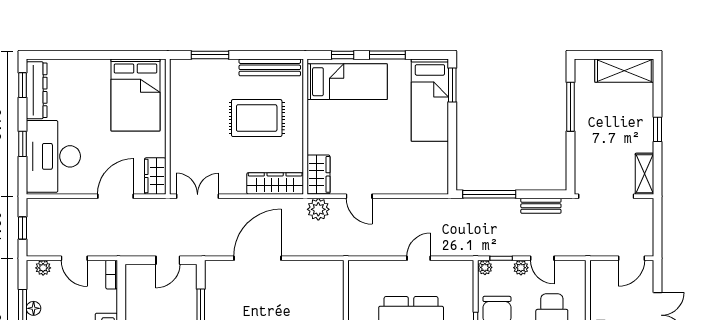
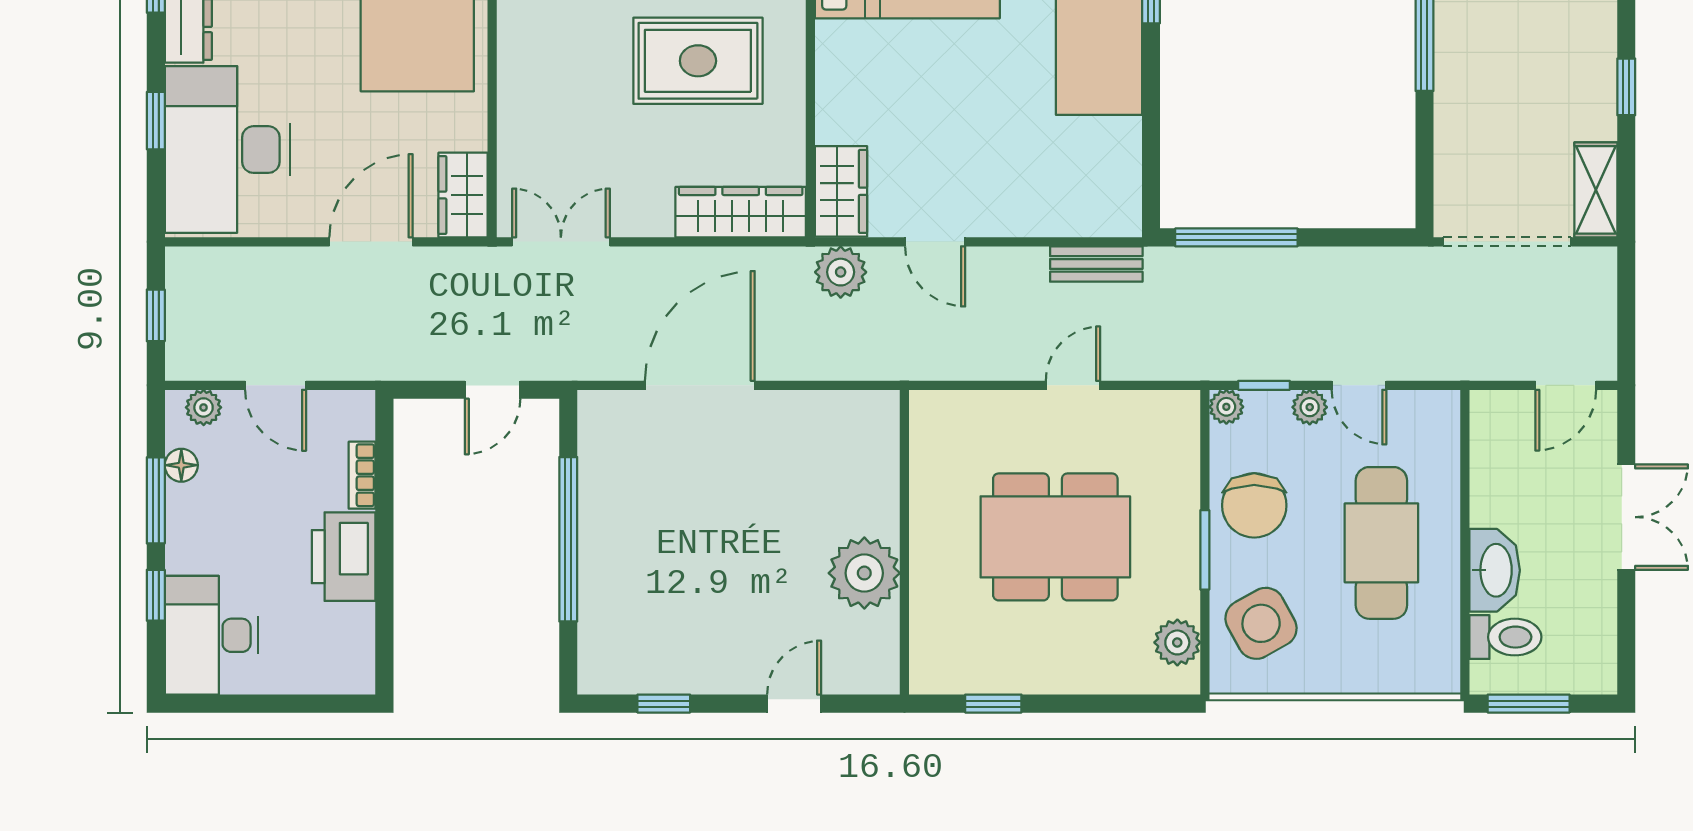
bench: (541, 206) -> (1096, 264), moved
bookcase: (112, 275) -> (362, 475), moved
floor lamp: (34, 308) -> (181, 465), moved

